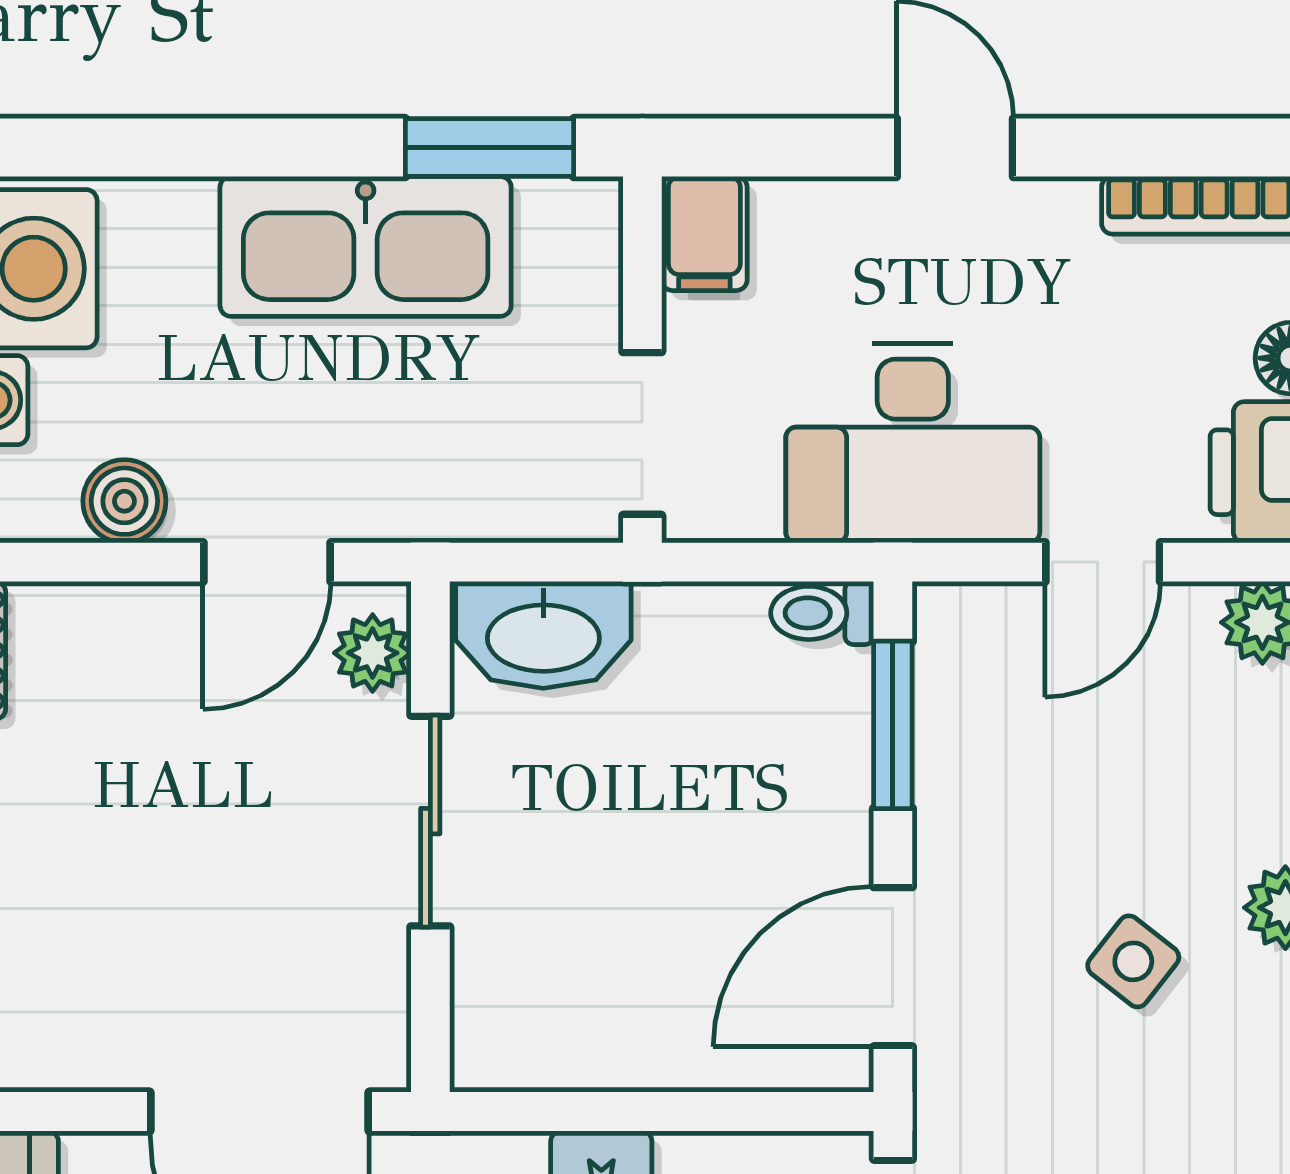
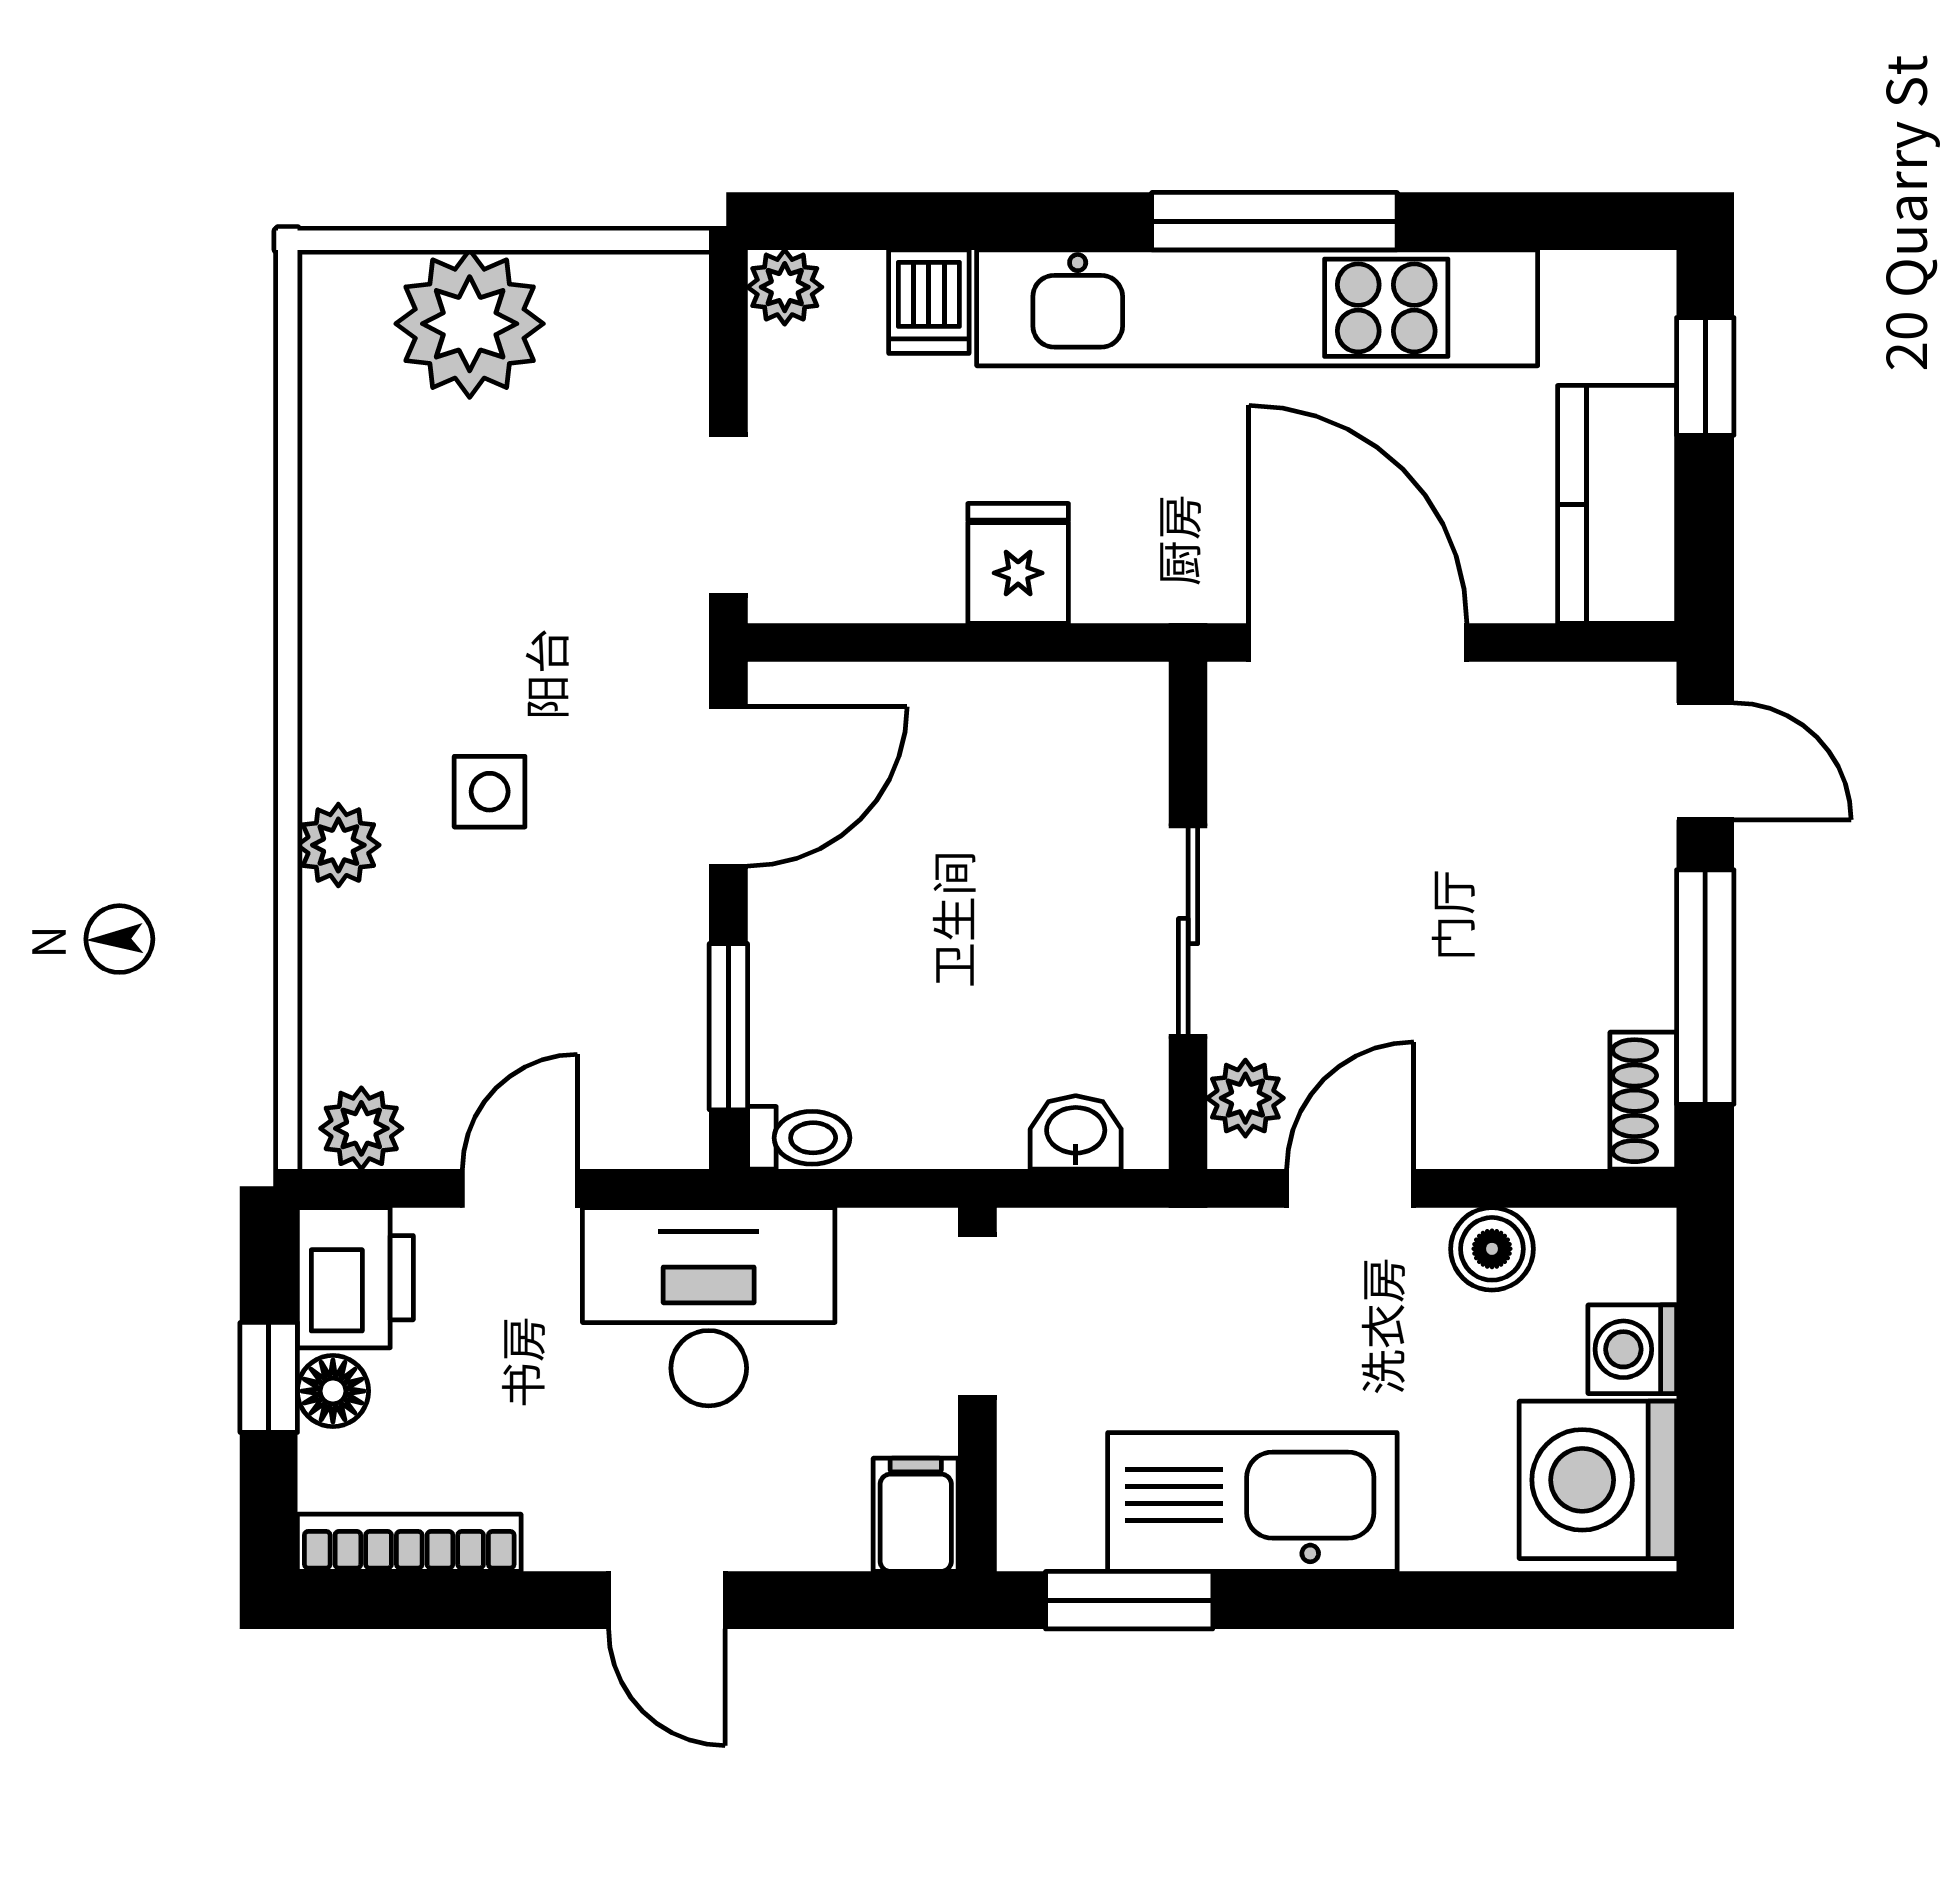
washbasin: (543, 635) -> (1076, 1132), width x0.52, depth x0.69
side table: (1133, 961) -> (490, 792), turned -38

